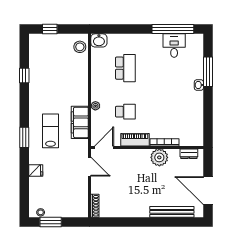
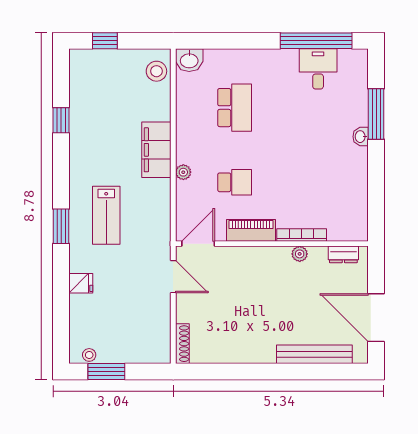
filing cabinet: (80, 122) -> (156, 150), moved
lab bench: (50, 131) -> (106, 215), turned 180
plant: (159, 157) -> (300, 254), width x0.53, depth x0.53

